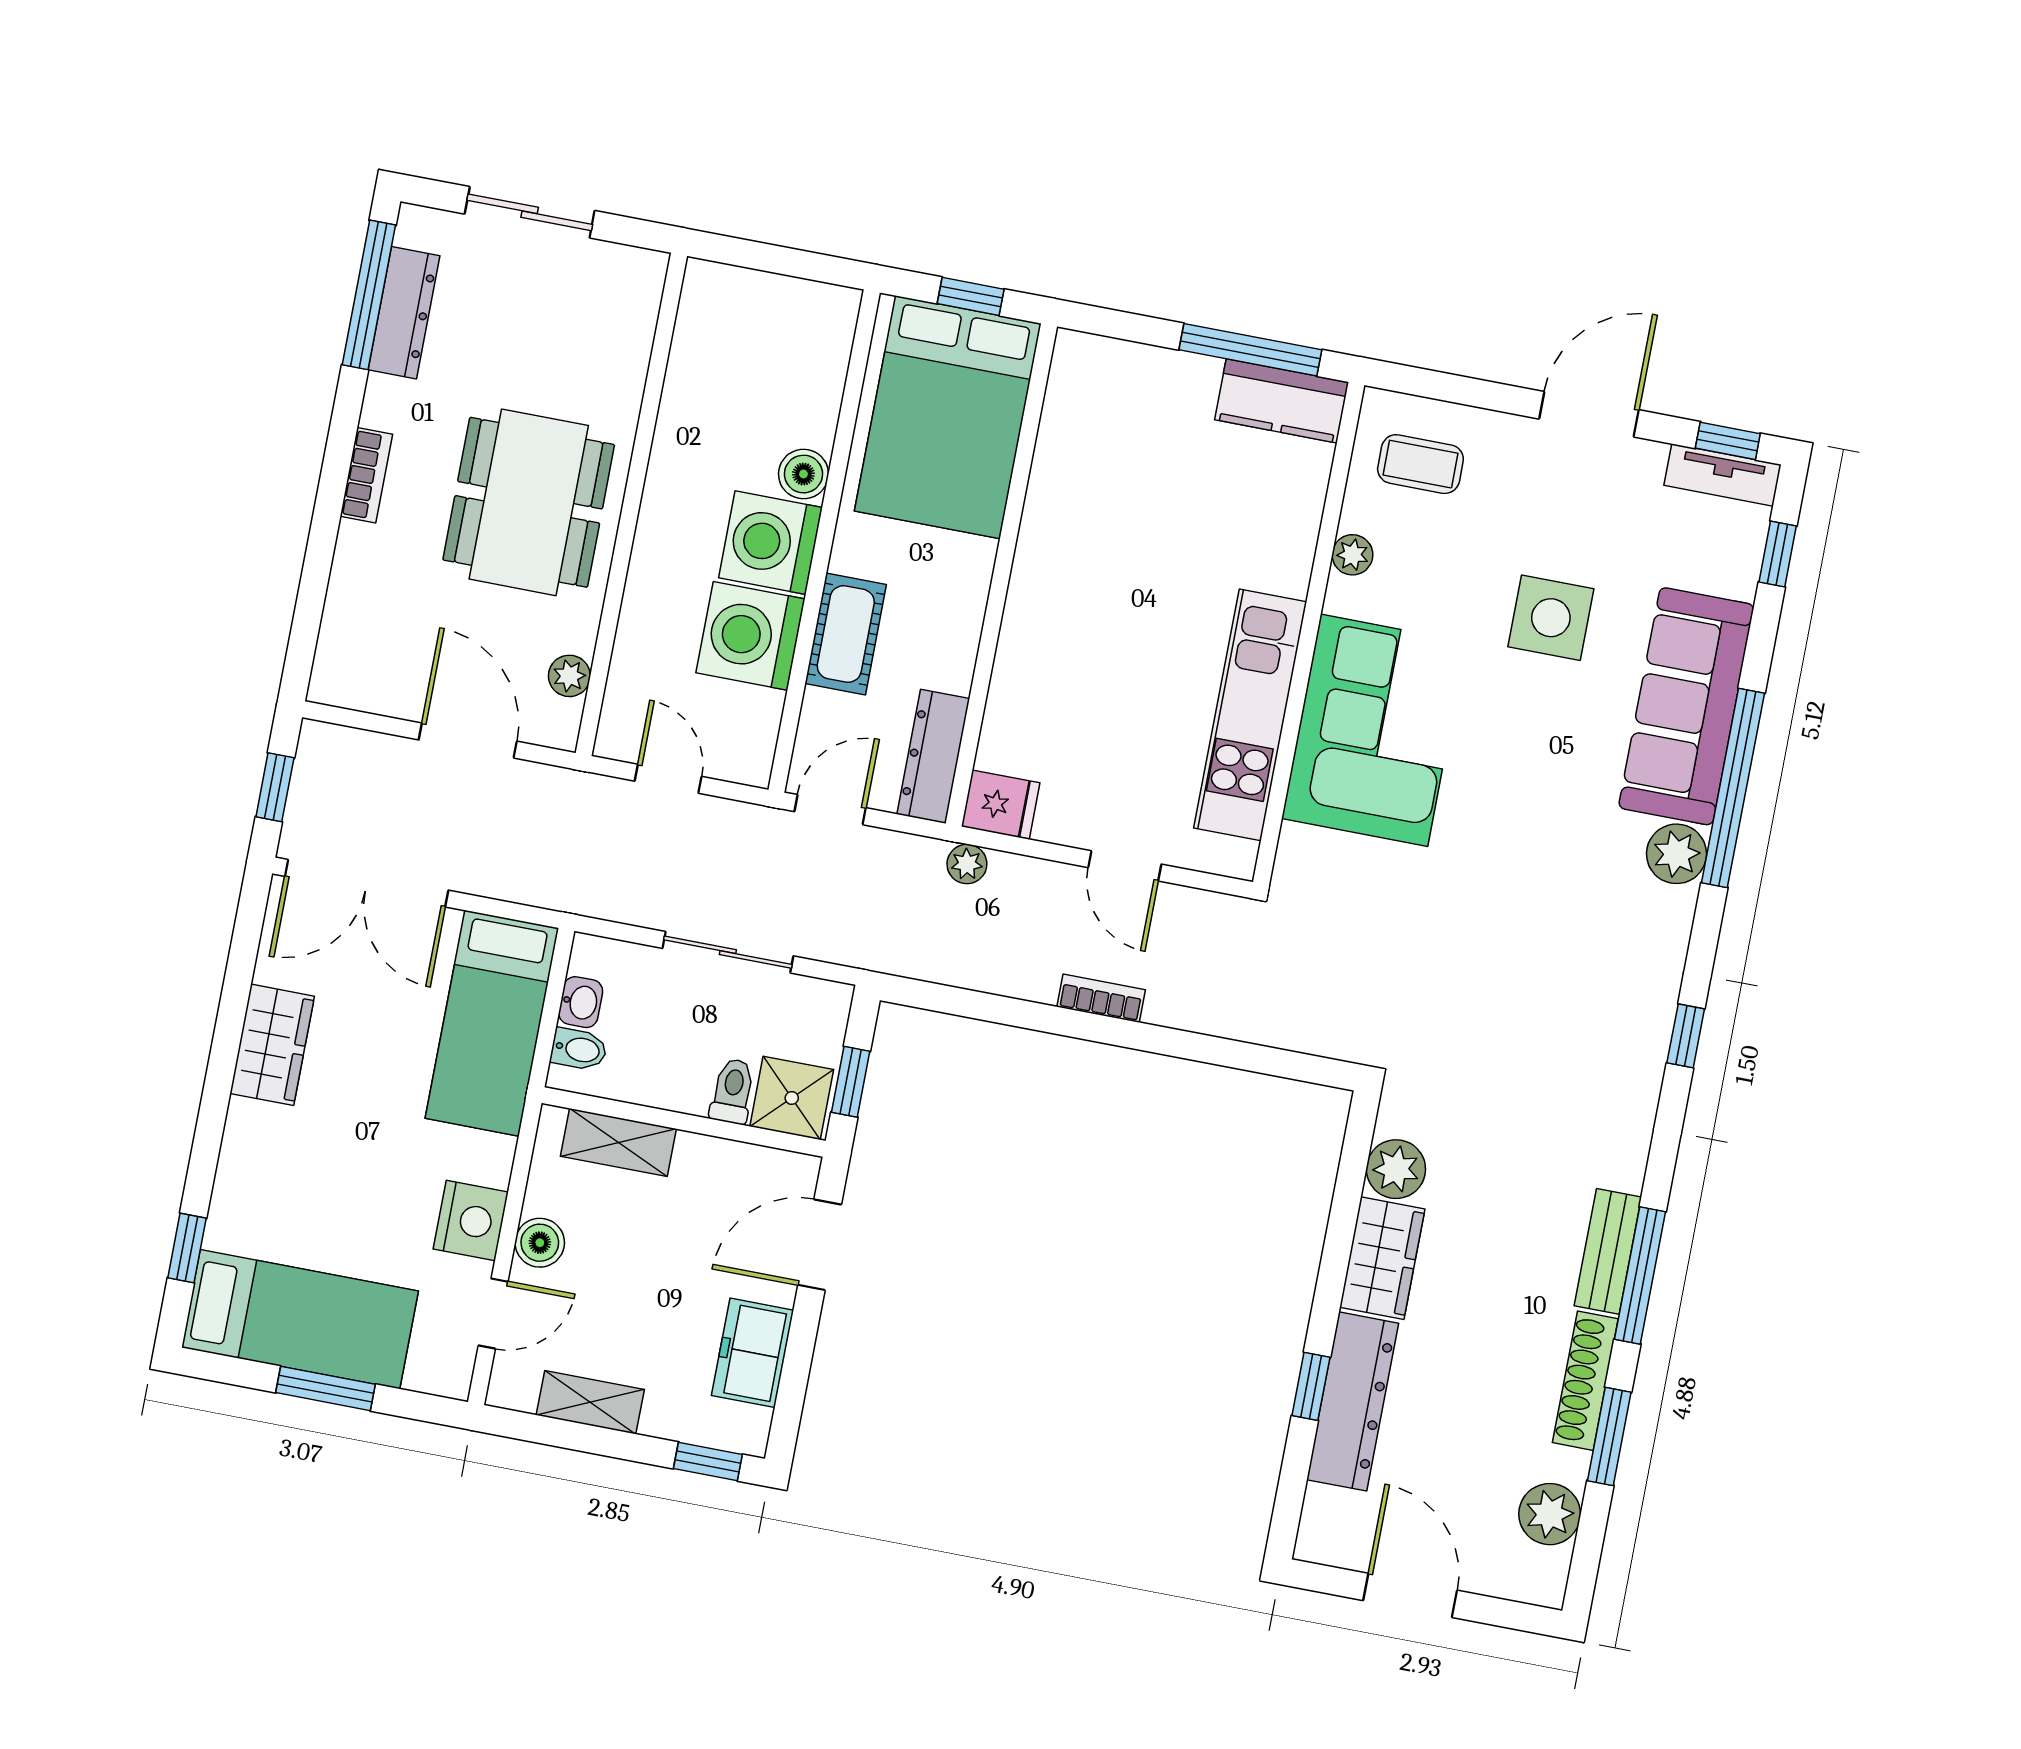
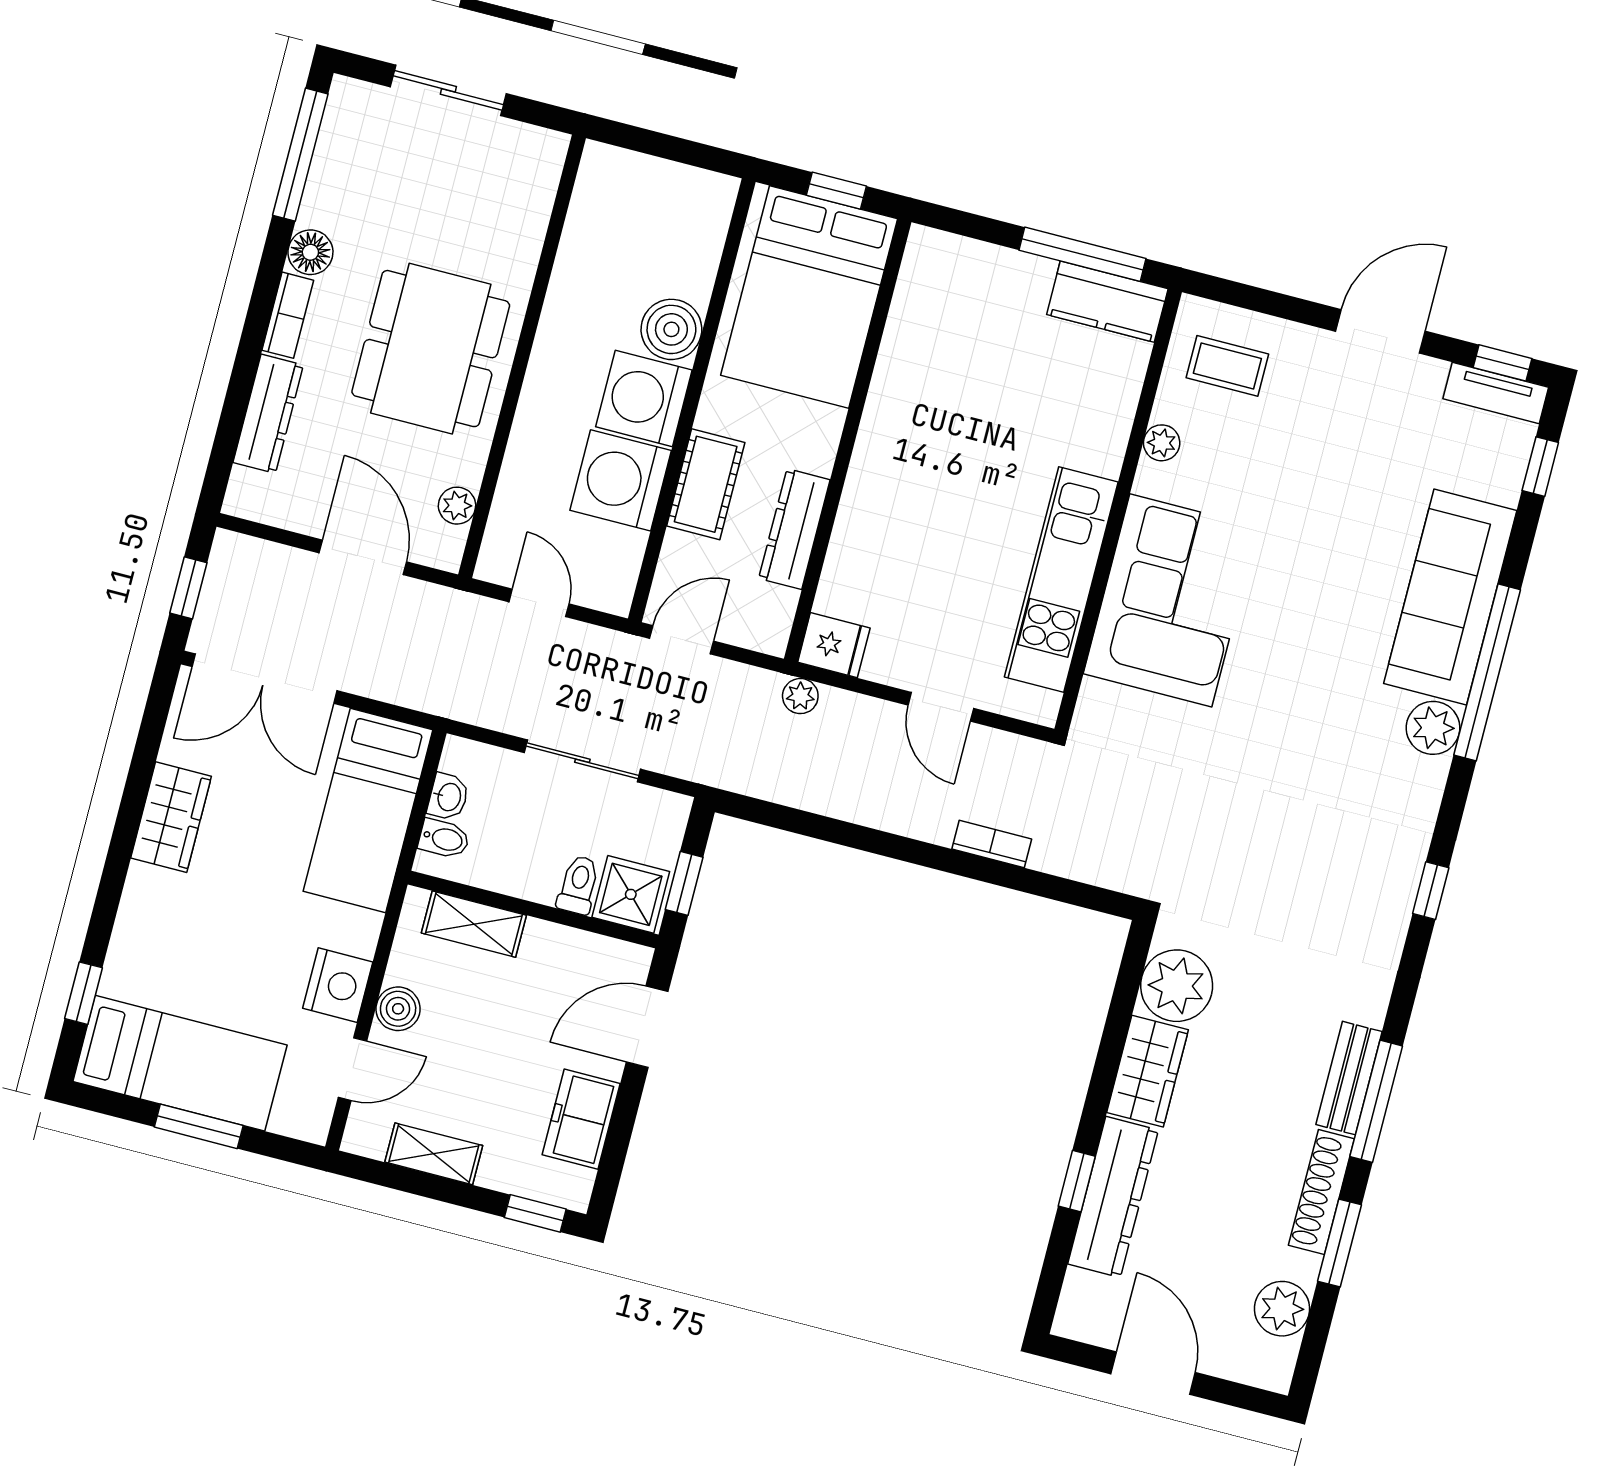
dresser: (404, 313) -> (268, 414), moved
floor lamp: (387, 403) -> (310, 252), added
boiler: (803, 474) -> (671, 329), width x1.36, depth x1.36
side table: (1551, 618) -> (1335, 510), removed
dresser: (933, 756) -> (794, 529), moved
bookcase: (1101, 998) -> (992, 844), moved
plant: (1396, 1169) -> (1177, 986), width x1.36, depth x1.36

